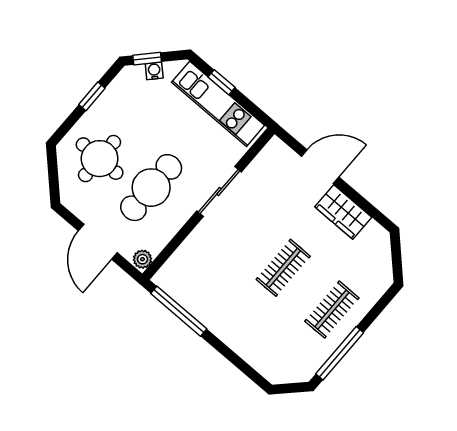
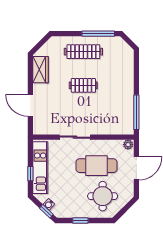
wardrobe: (343, 212) -> (41, 70), moved
clothes rail: (332, 310) -> (83, 52), width x1.36

